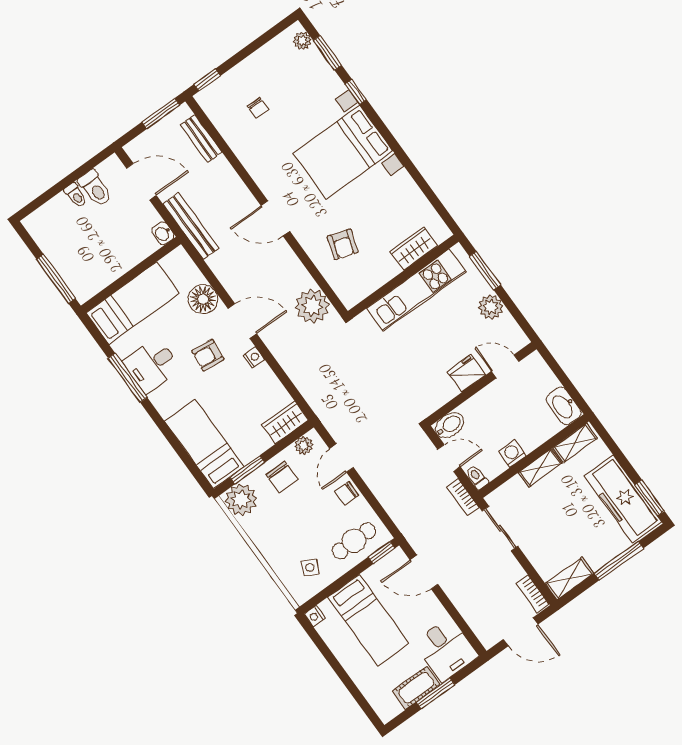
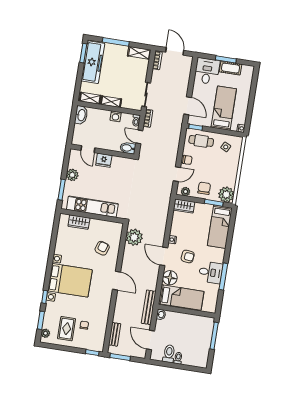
rug: (279, 78) -> (67, 329), added
bed: (133, 303) -> (181, 297), moved, turned 180

